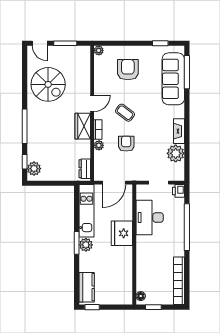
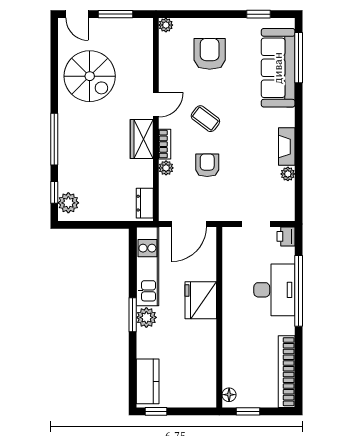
plant: (176, 153) -> (288, 174), width x0.53, depth x0.53
desk: (150, 218) -> (274, 290), moved, turned 180

